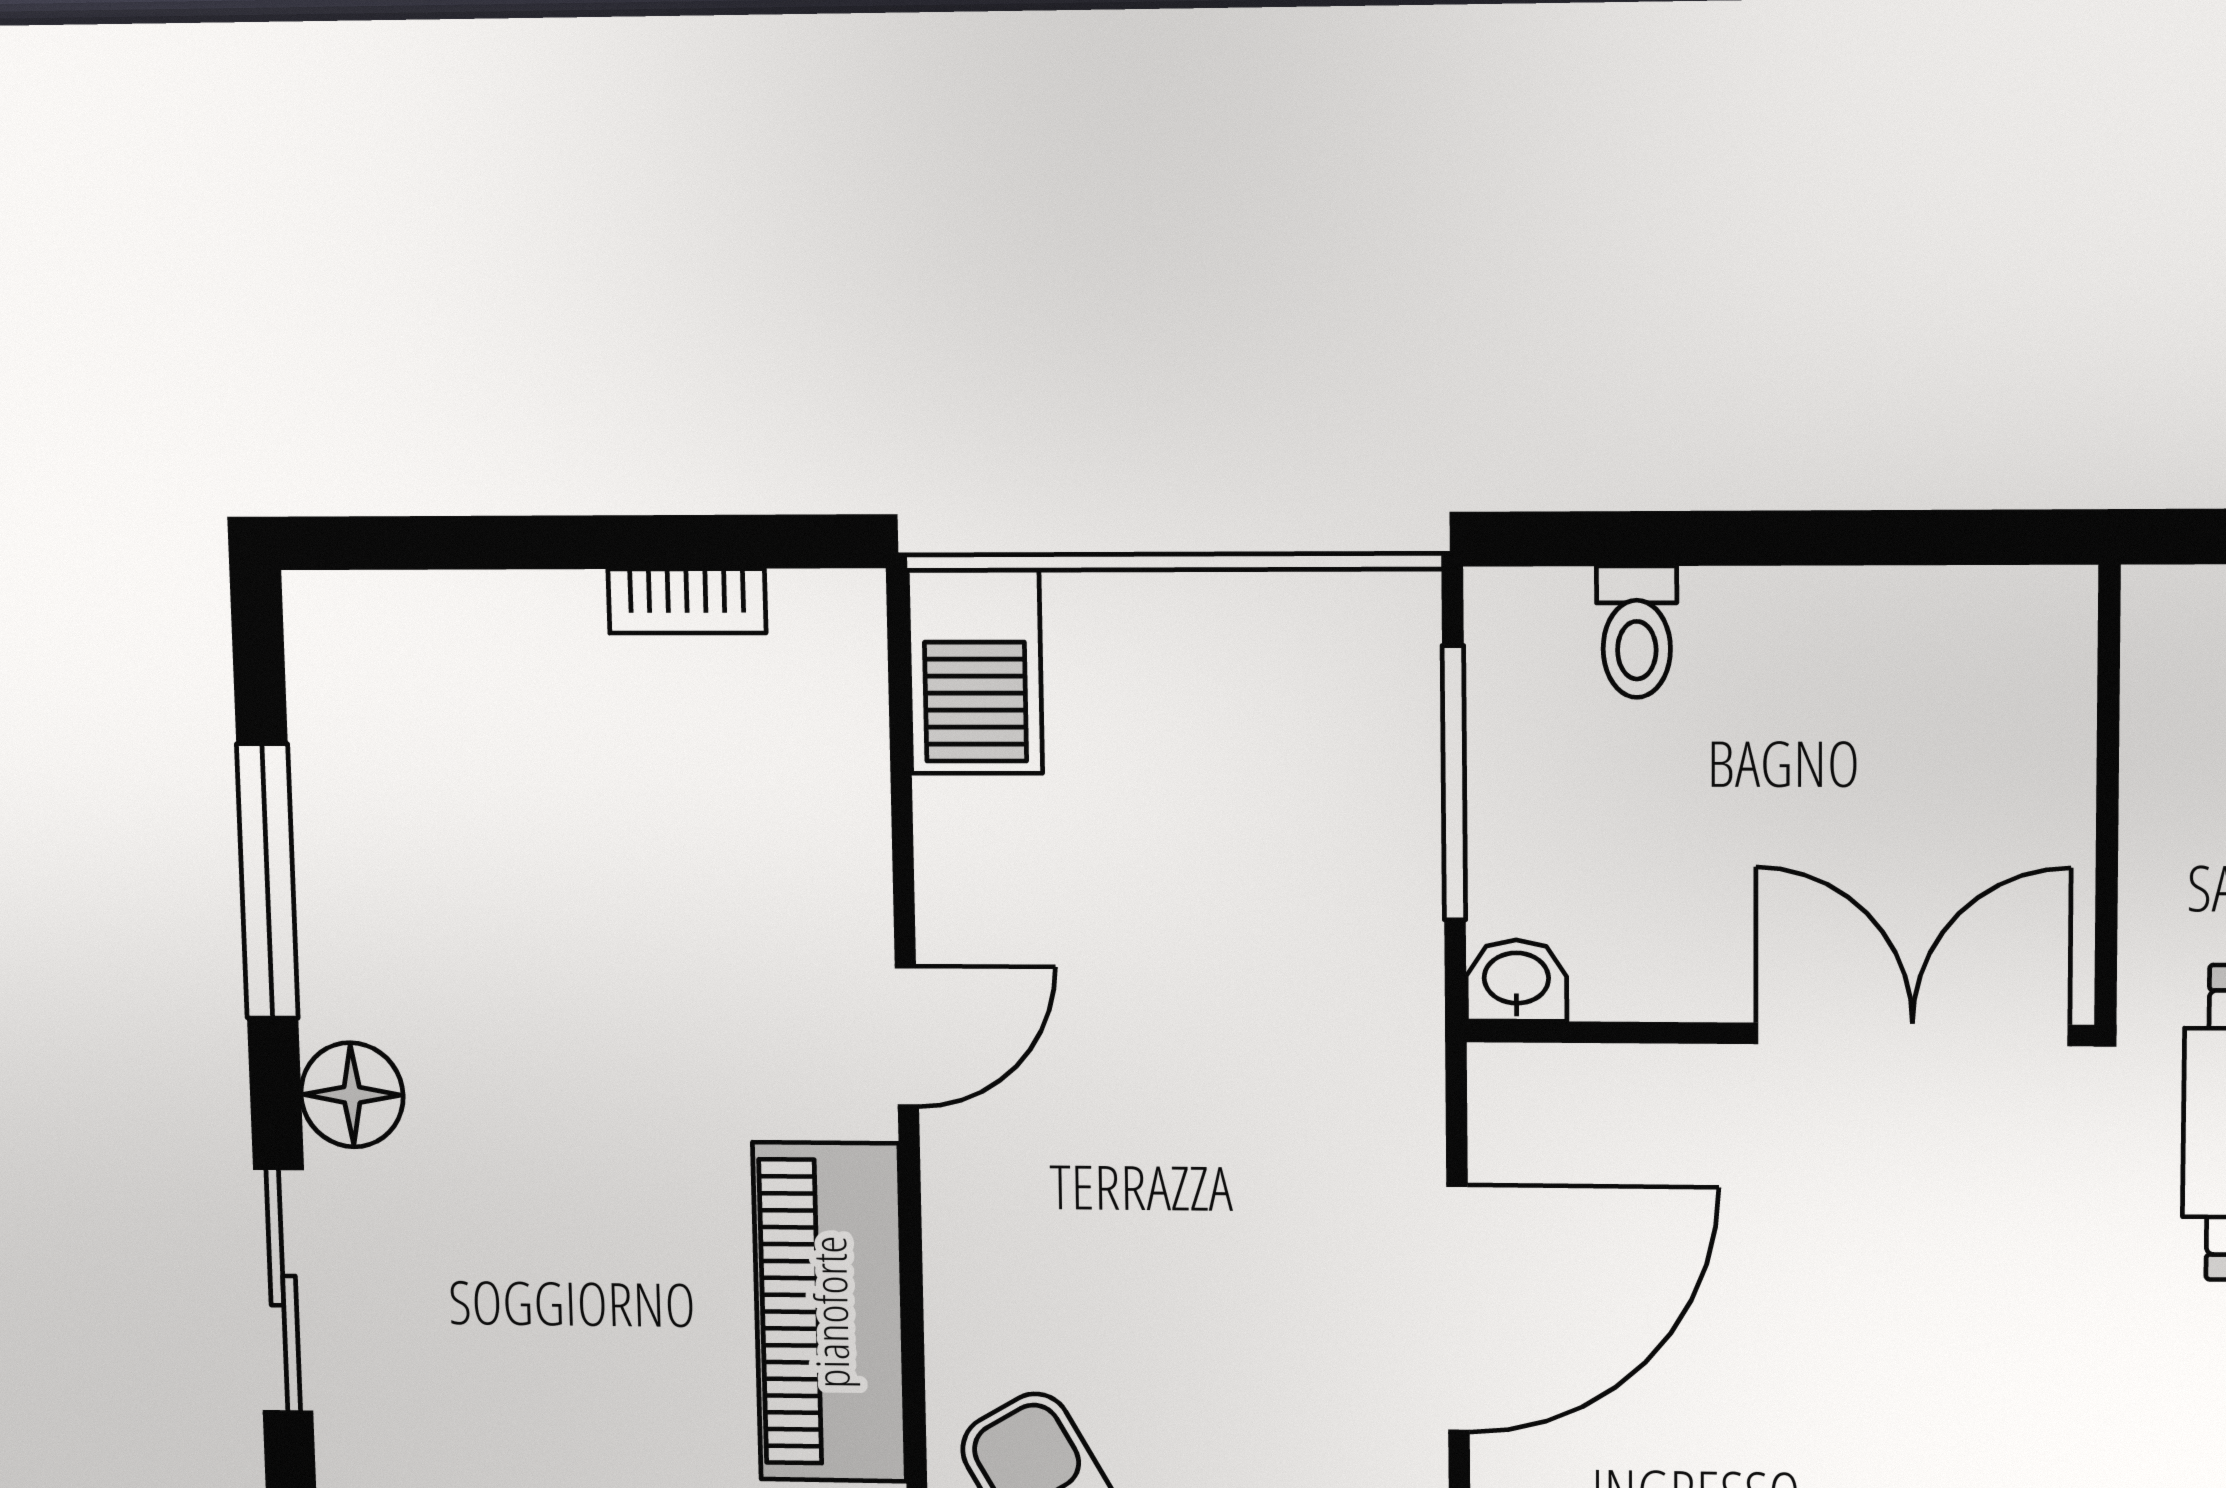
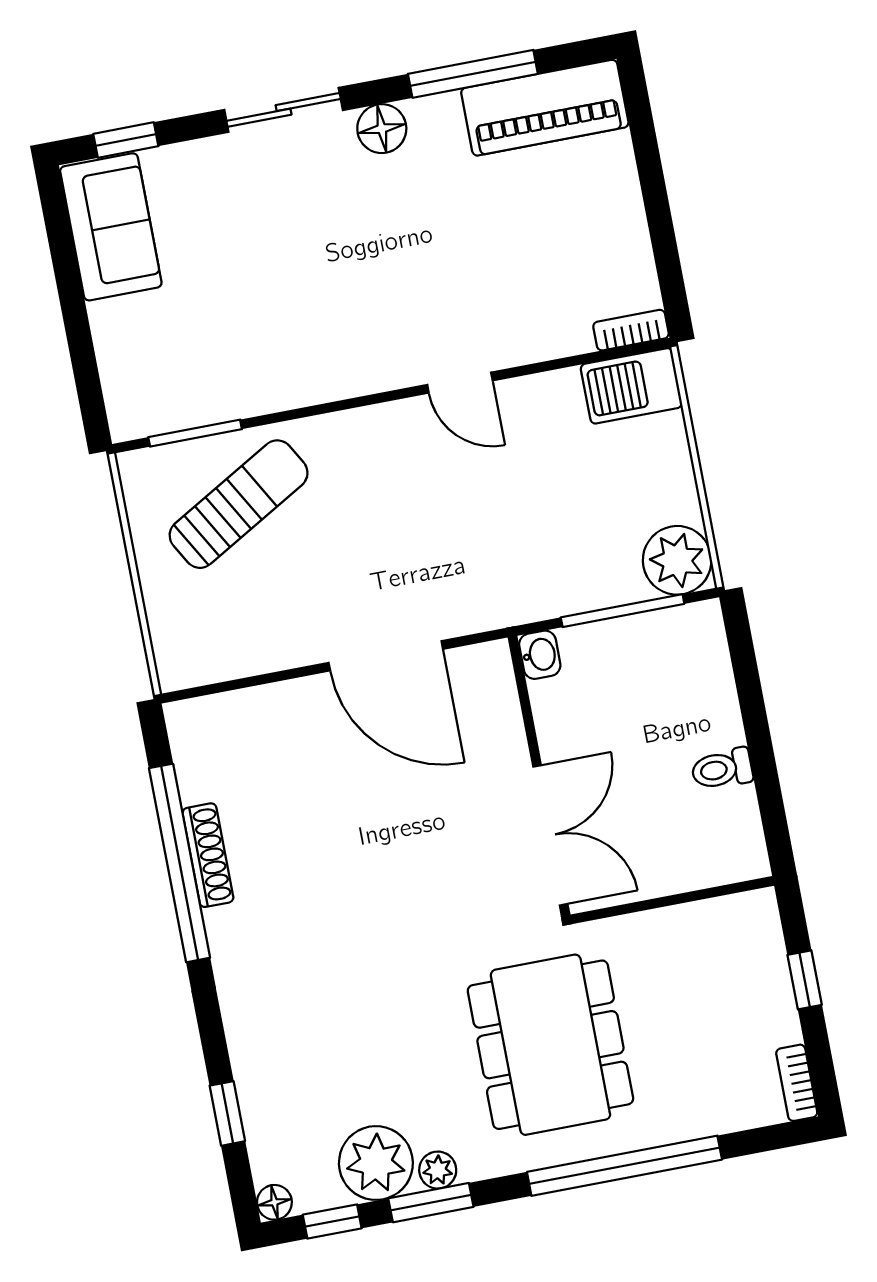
bookcase: (687, 601) -> (631, 330), moved, turned 90
toilet: (1637, 632) -> (722, 769), moved
plant: (1367, 643) -> (677, 560), added
piano: (830, 1312) -> (545, 108), moved, turned 180

